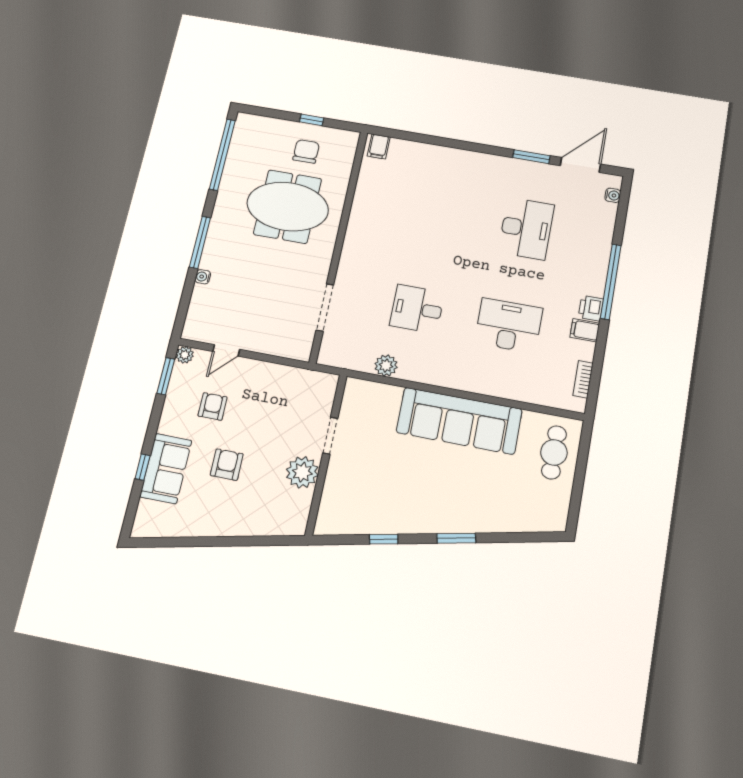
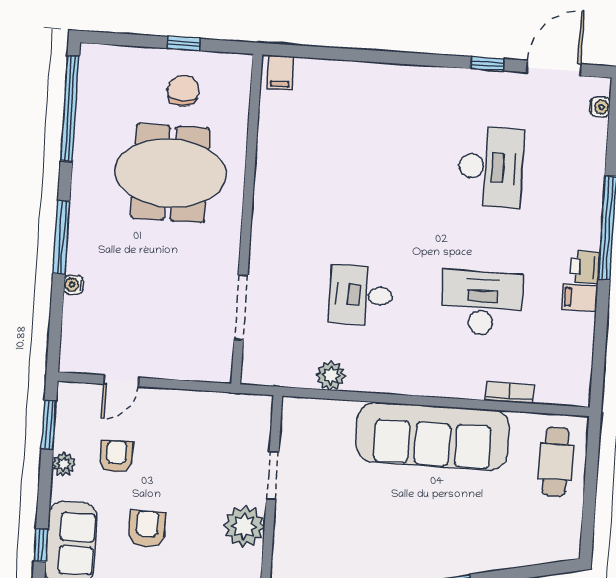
window: (531, 157) -> (487, 64), width x0.67
plant: (185, 355) -> (64, 464), moved
bookcase: (583, 379) -> (509, 393), moved, turned 90

